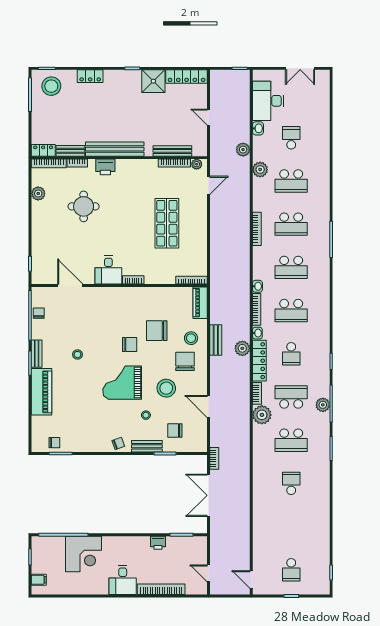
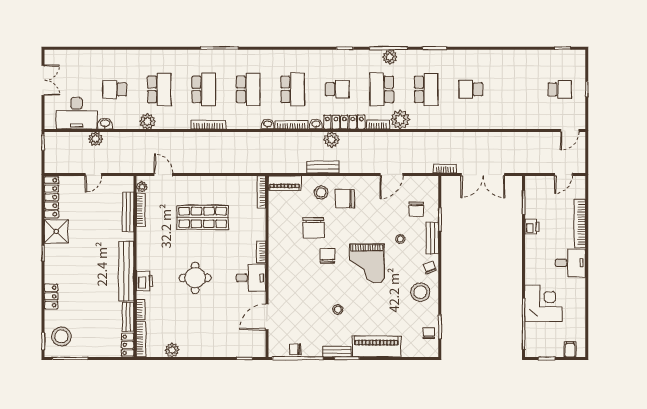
plant: (243, 150) -> (96, 139), moved
round table: (84, 206) -> (195, 278), moved
stool: (166, 388) -> (420, 292), moved

